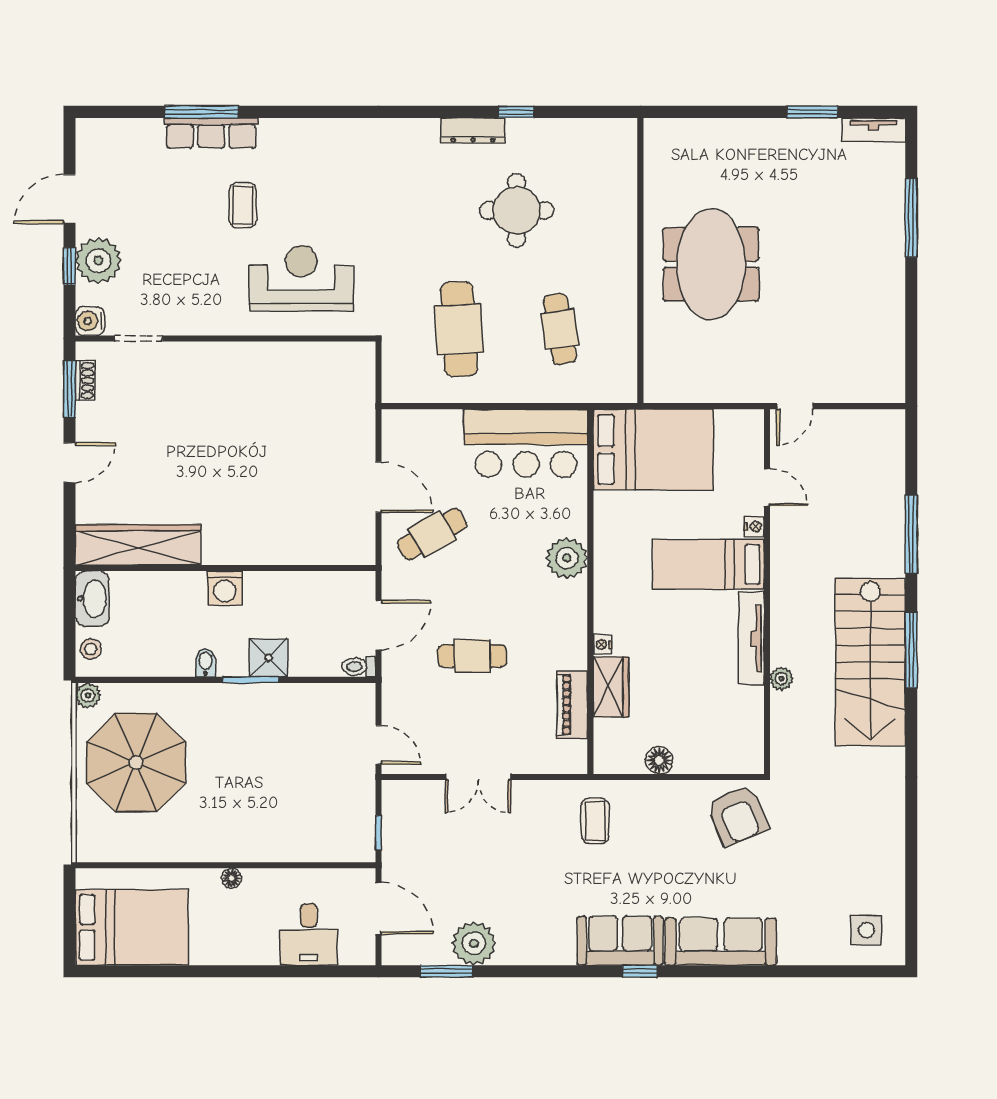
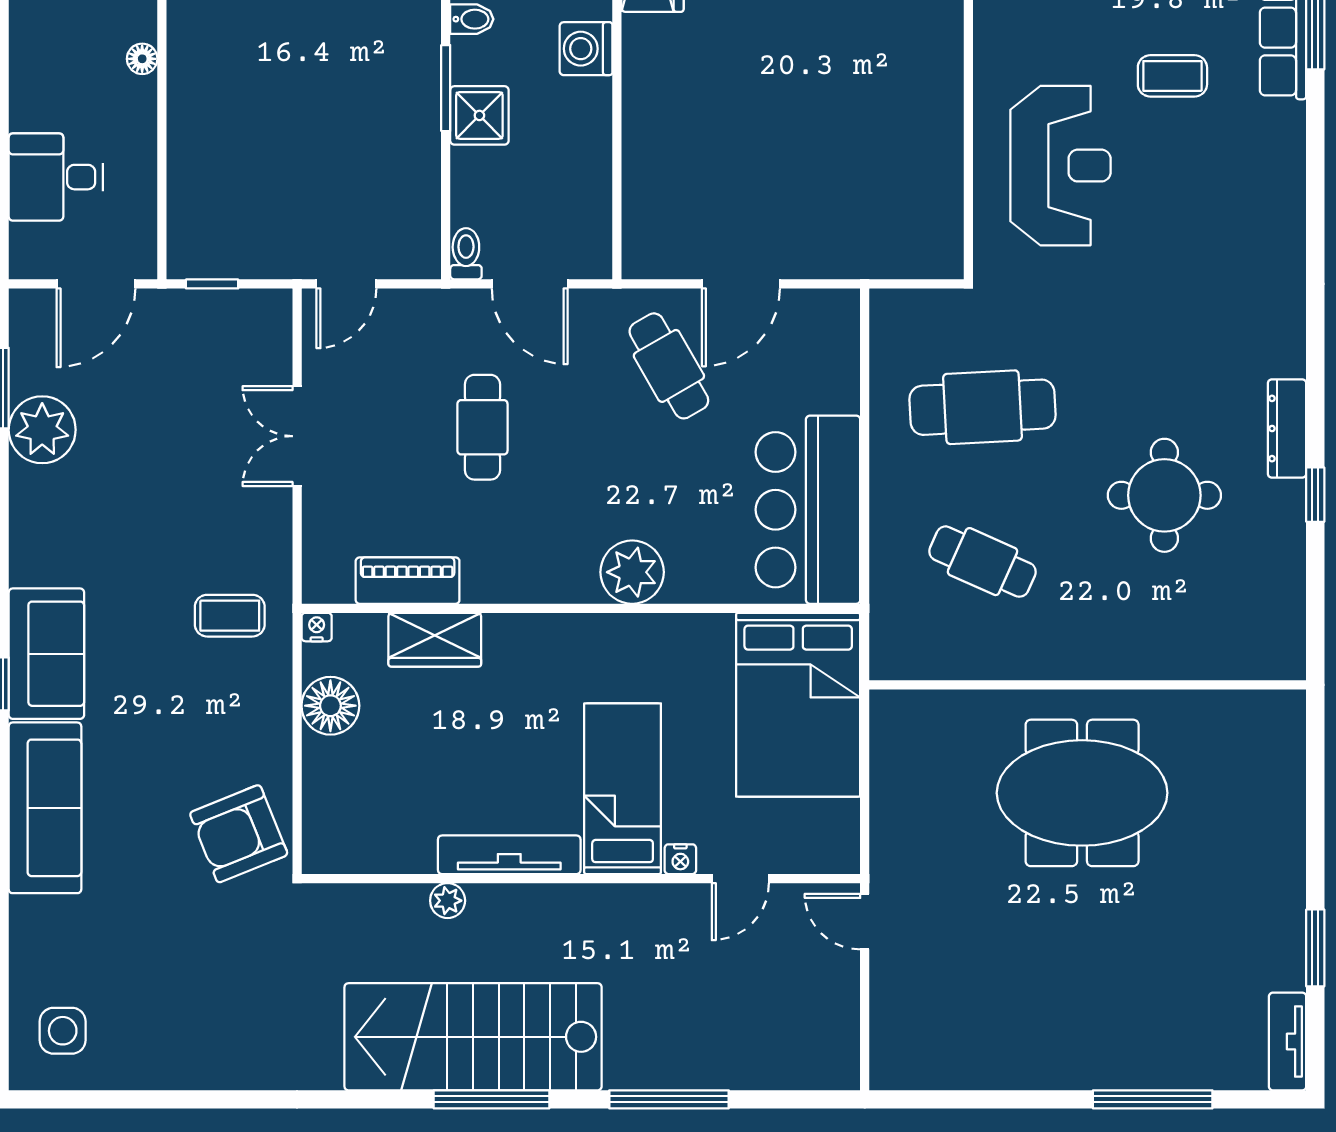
cafe table: (560, 329) -> (983, 562), turned 33
nightstand: (603, 645) -> (317, 627), moved
floor lamp: (659, 760) -> (330, 706), width x1.38, depth x1.38

